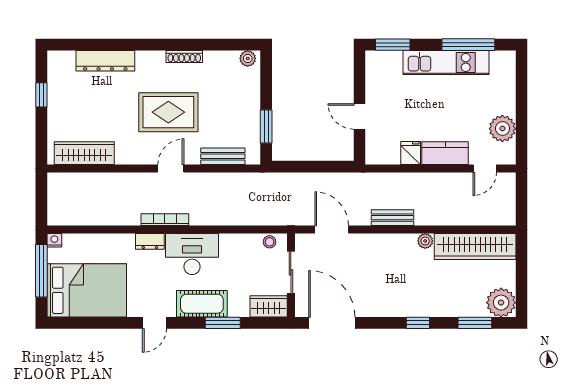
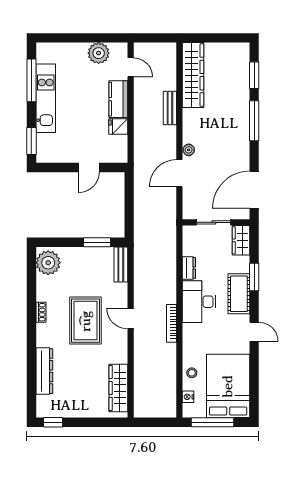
shoe rack: (184, 57) -> (41, 312), width x0.70
plant: (248, 58) -> (48, 263), width x1.88, depth x1.88
window: (41, 95) -> (53, 422), moved
bench: (223, 156) -> (121, 265), moved
bench: (393, 218) -> (170, 108), moved
door: (332, 229) -> (179, 173), moved
nightstand: (54, 240) -> (188, 397), moved
dresser: (150, 241) -> (189, 268), moved
plant: (425, 241) -> (189, 150), moved
stool: (270, 242) -> (192, 373), moved
plant: (501, 303) -> (238, 54), removed
window: (418, 323) -> (254, 121), width x2.17

